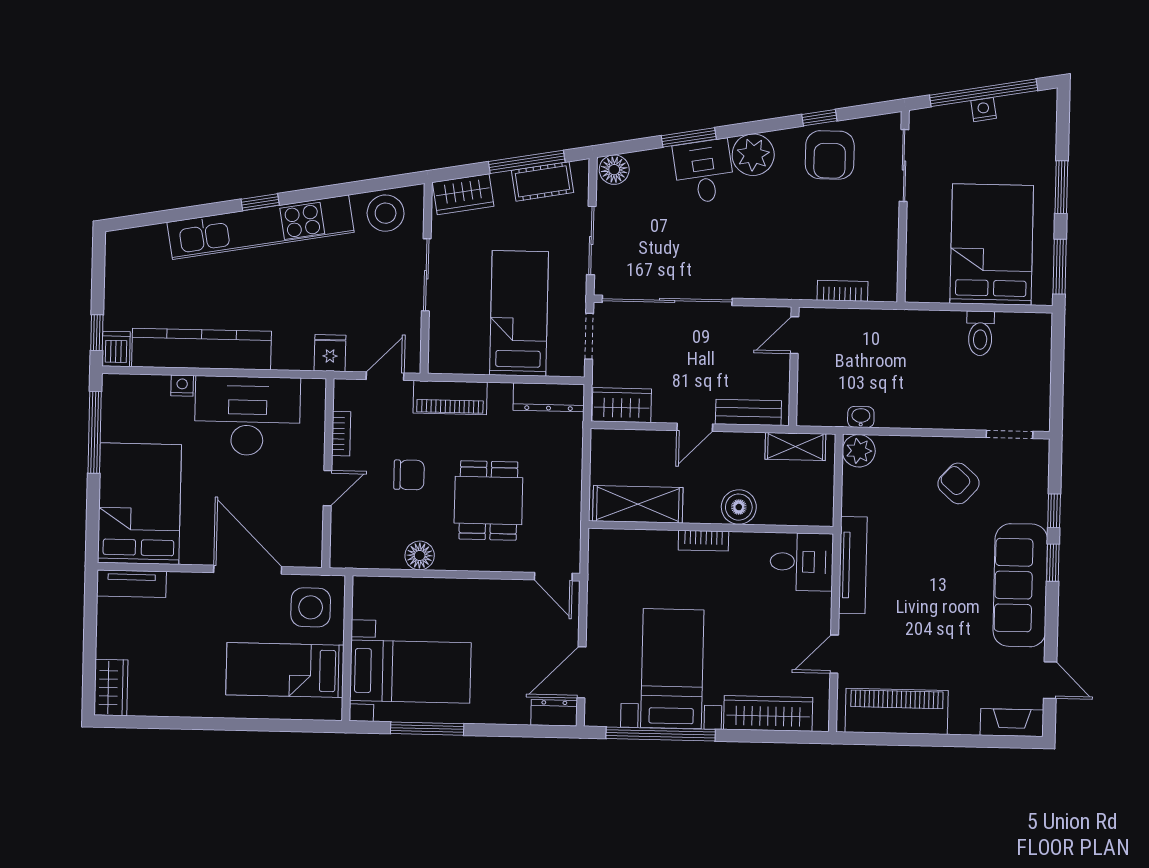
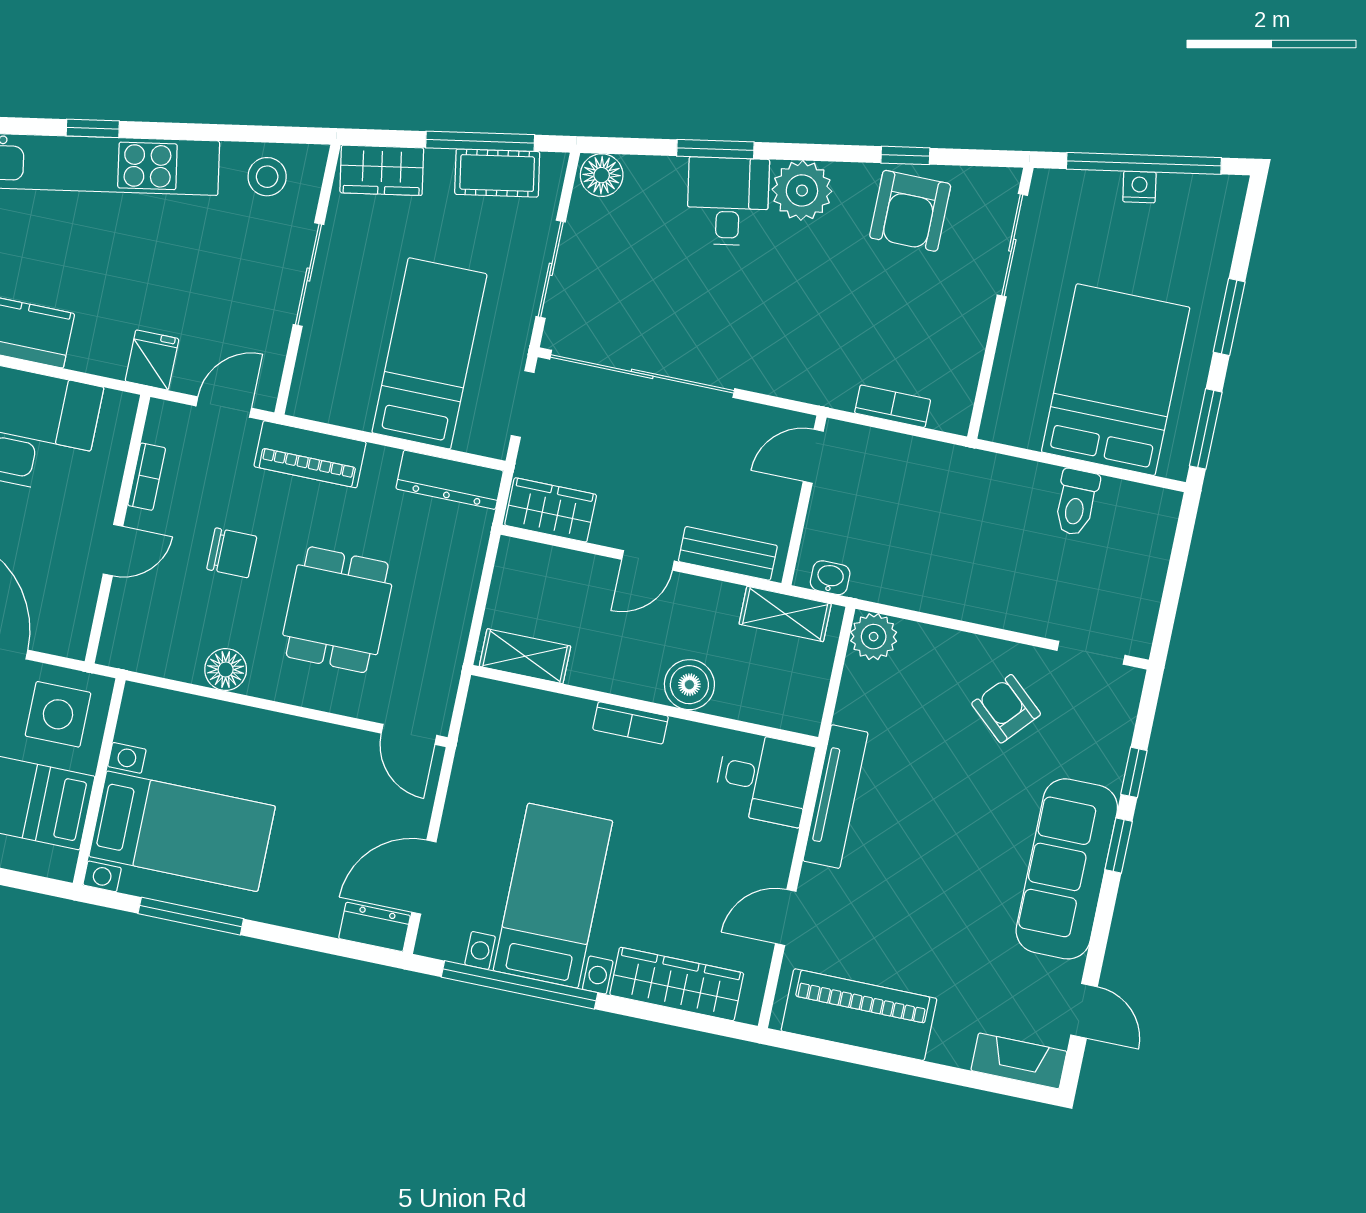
stool: (386, 213) -> (267, 177), width x0.73, depth x0.73
washbasin: (861, 417) -> (830, 578), moved
shelving: (638, 504) -> (525, 656), width x0.67, depth x0.75

